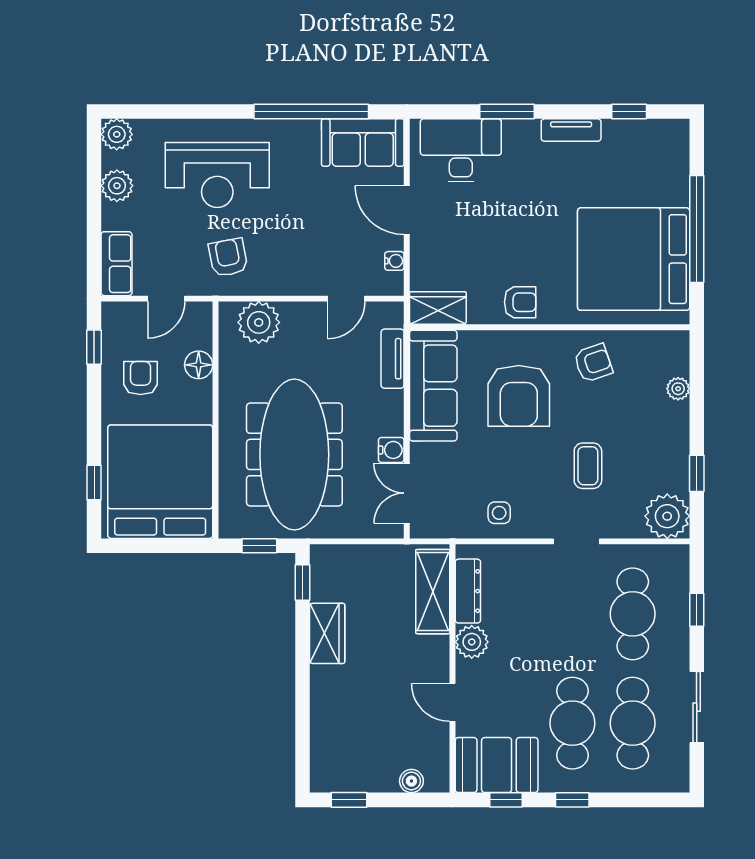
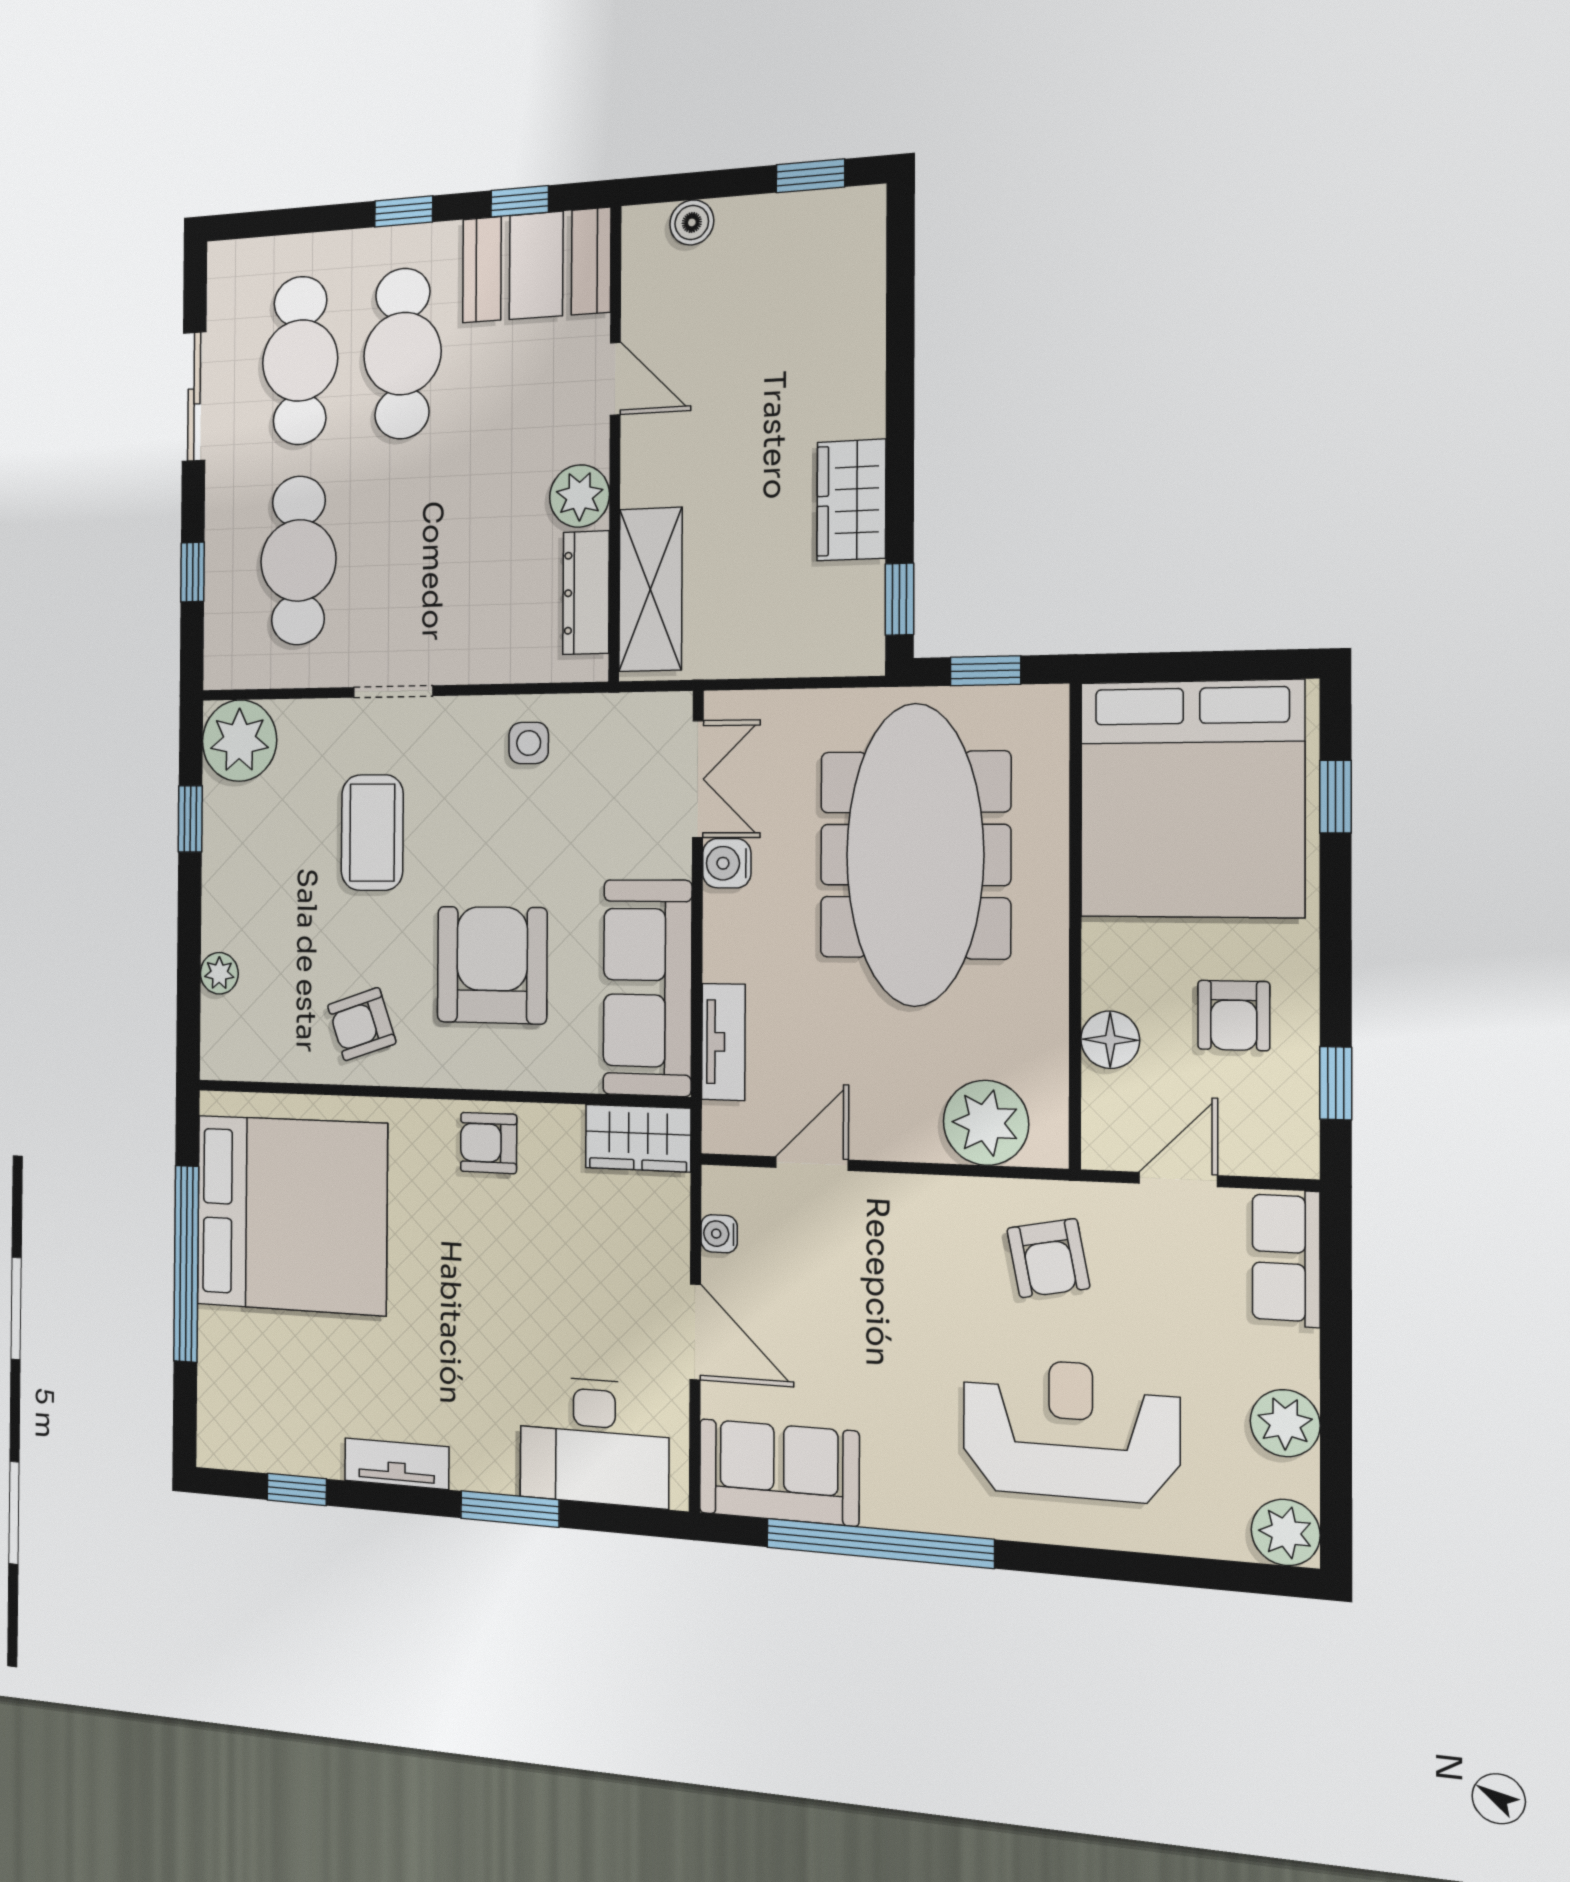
coffee table: (588, 466) -> (372, 833), width x1.36, depth x1.30

